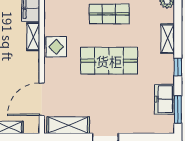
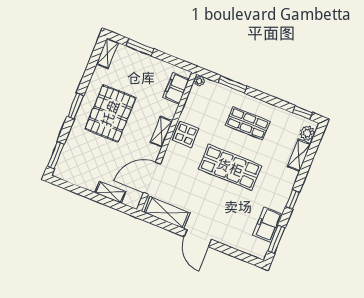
shelving: (33, 37) -> (161, 132), moved
shelving: (168, 39) -> (299, 155), moved

